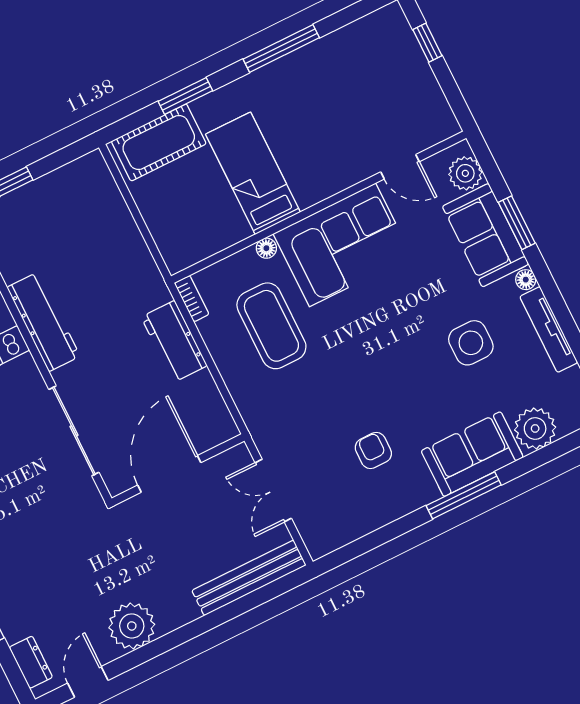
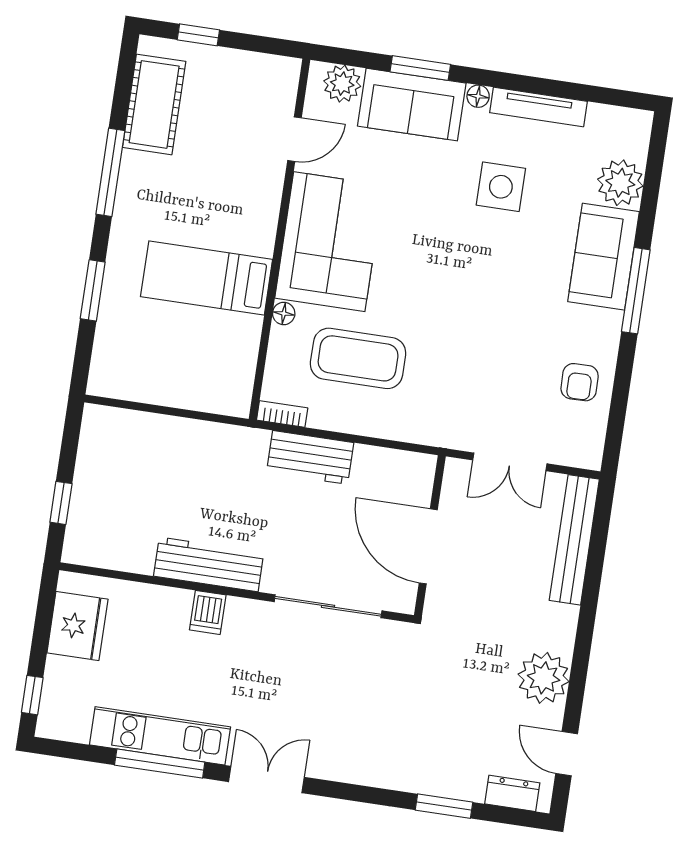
cot: (159, 143) -> (154, 104), moved
armchair: (373, 451) -> (580, 382), moved, turned -91

